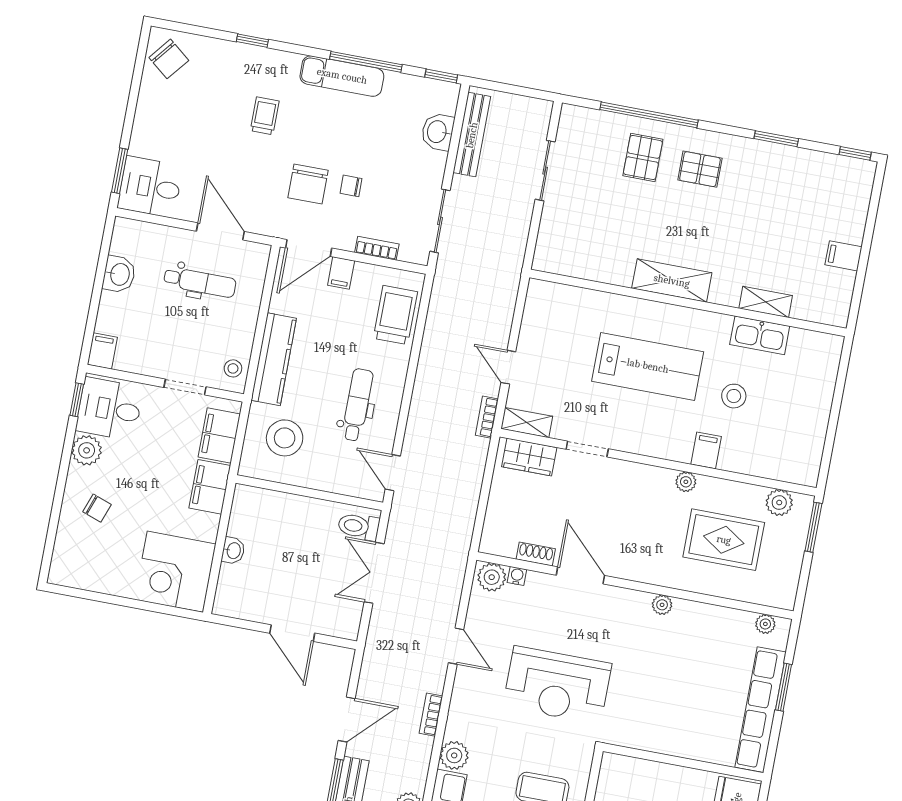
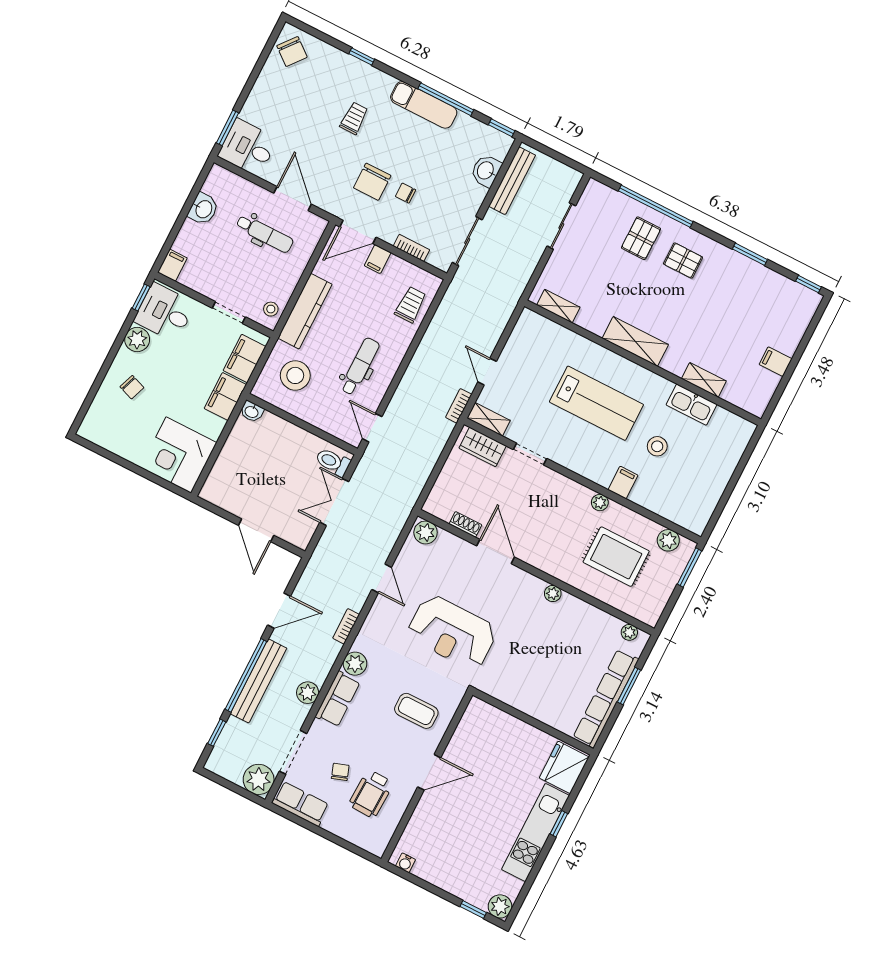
shelving: (569, 266) -> (558, 306), added
trolley: (395, 315) -> (410, 305), width x0.73, depth x0.72
washbasin: (233, 551) -> (252, 412), moved, turned 90
water cooler: (517, 576) -> (446, 537), removed

